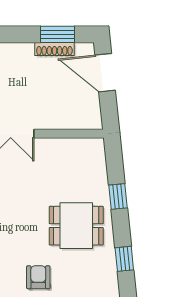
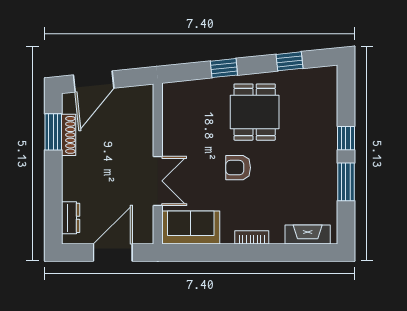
armchair: (38, 277) -> (238, 168), moved

